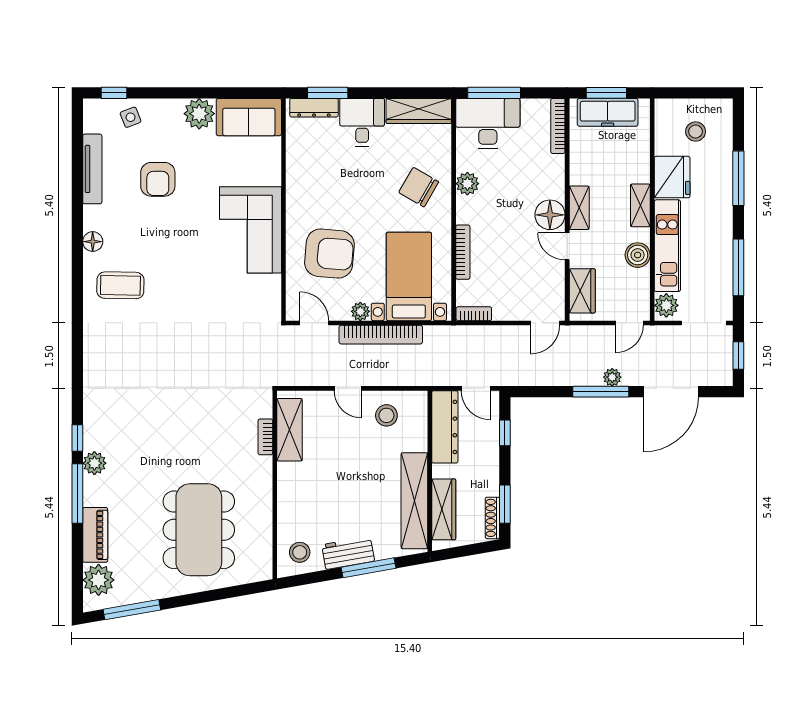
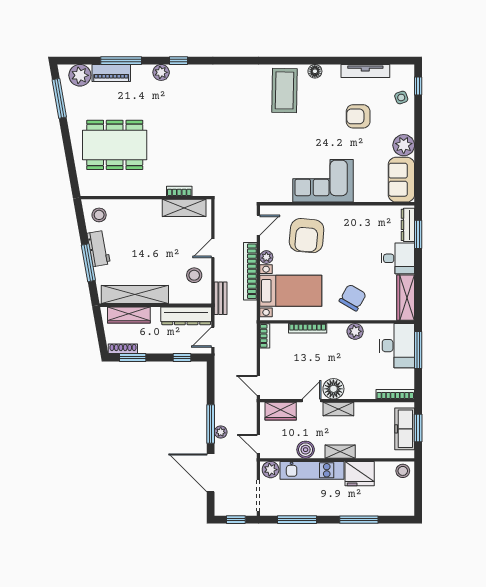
stool: (696, 132) -> (403, 471), moved
coffee table: (120, 285) -> (284, 90), width x1.36, depth x1.32
bench: (420, 377) -> (221, 298), added
window: (77, 494) -> (121, 61), moved

